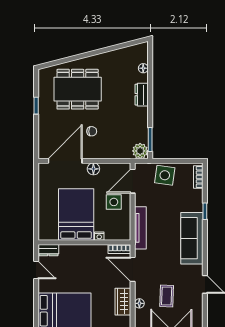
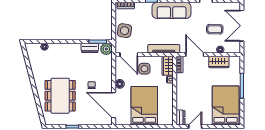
dresser: (142, 95) -> (90, 48), moved
bed: (76, 215) -> (144, 106), moved, turned 90
wardrobe: (118, 233) -> (168, 66), added
door: (133, 269) -> (195, 55), swing flipped

